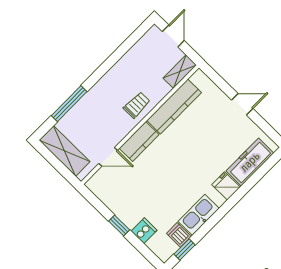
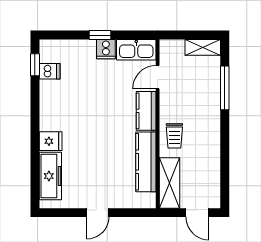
shelving: (180, 72) -> (170, 183), width x1.50, depth x1.33
shelving: (64, 151) -> (203, 47), width x0.67, depth x0.75
kitchen sink: (199, 215) -> (136, 50), moved, turned 90
cooker: (144, 231) -> (106, 49), moved

